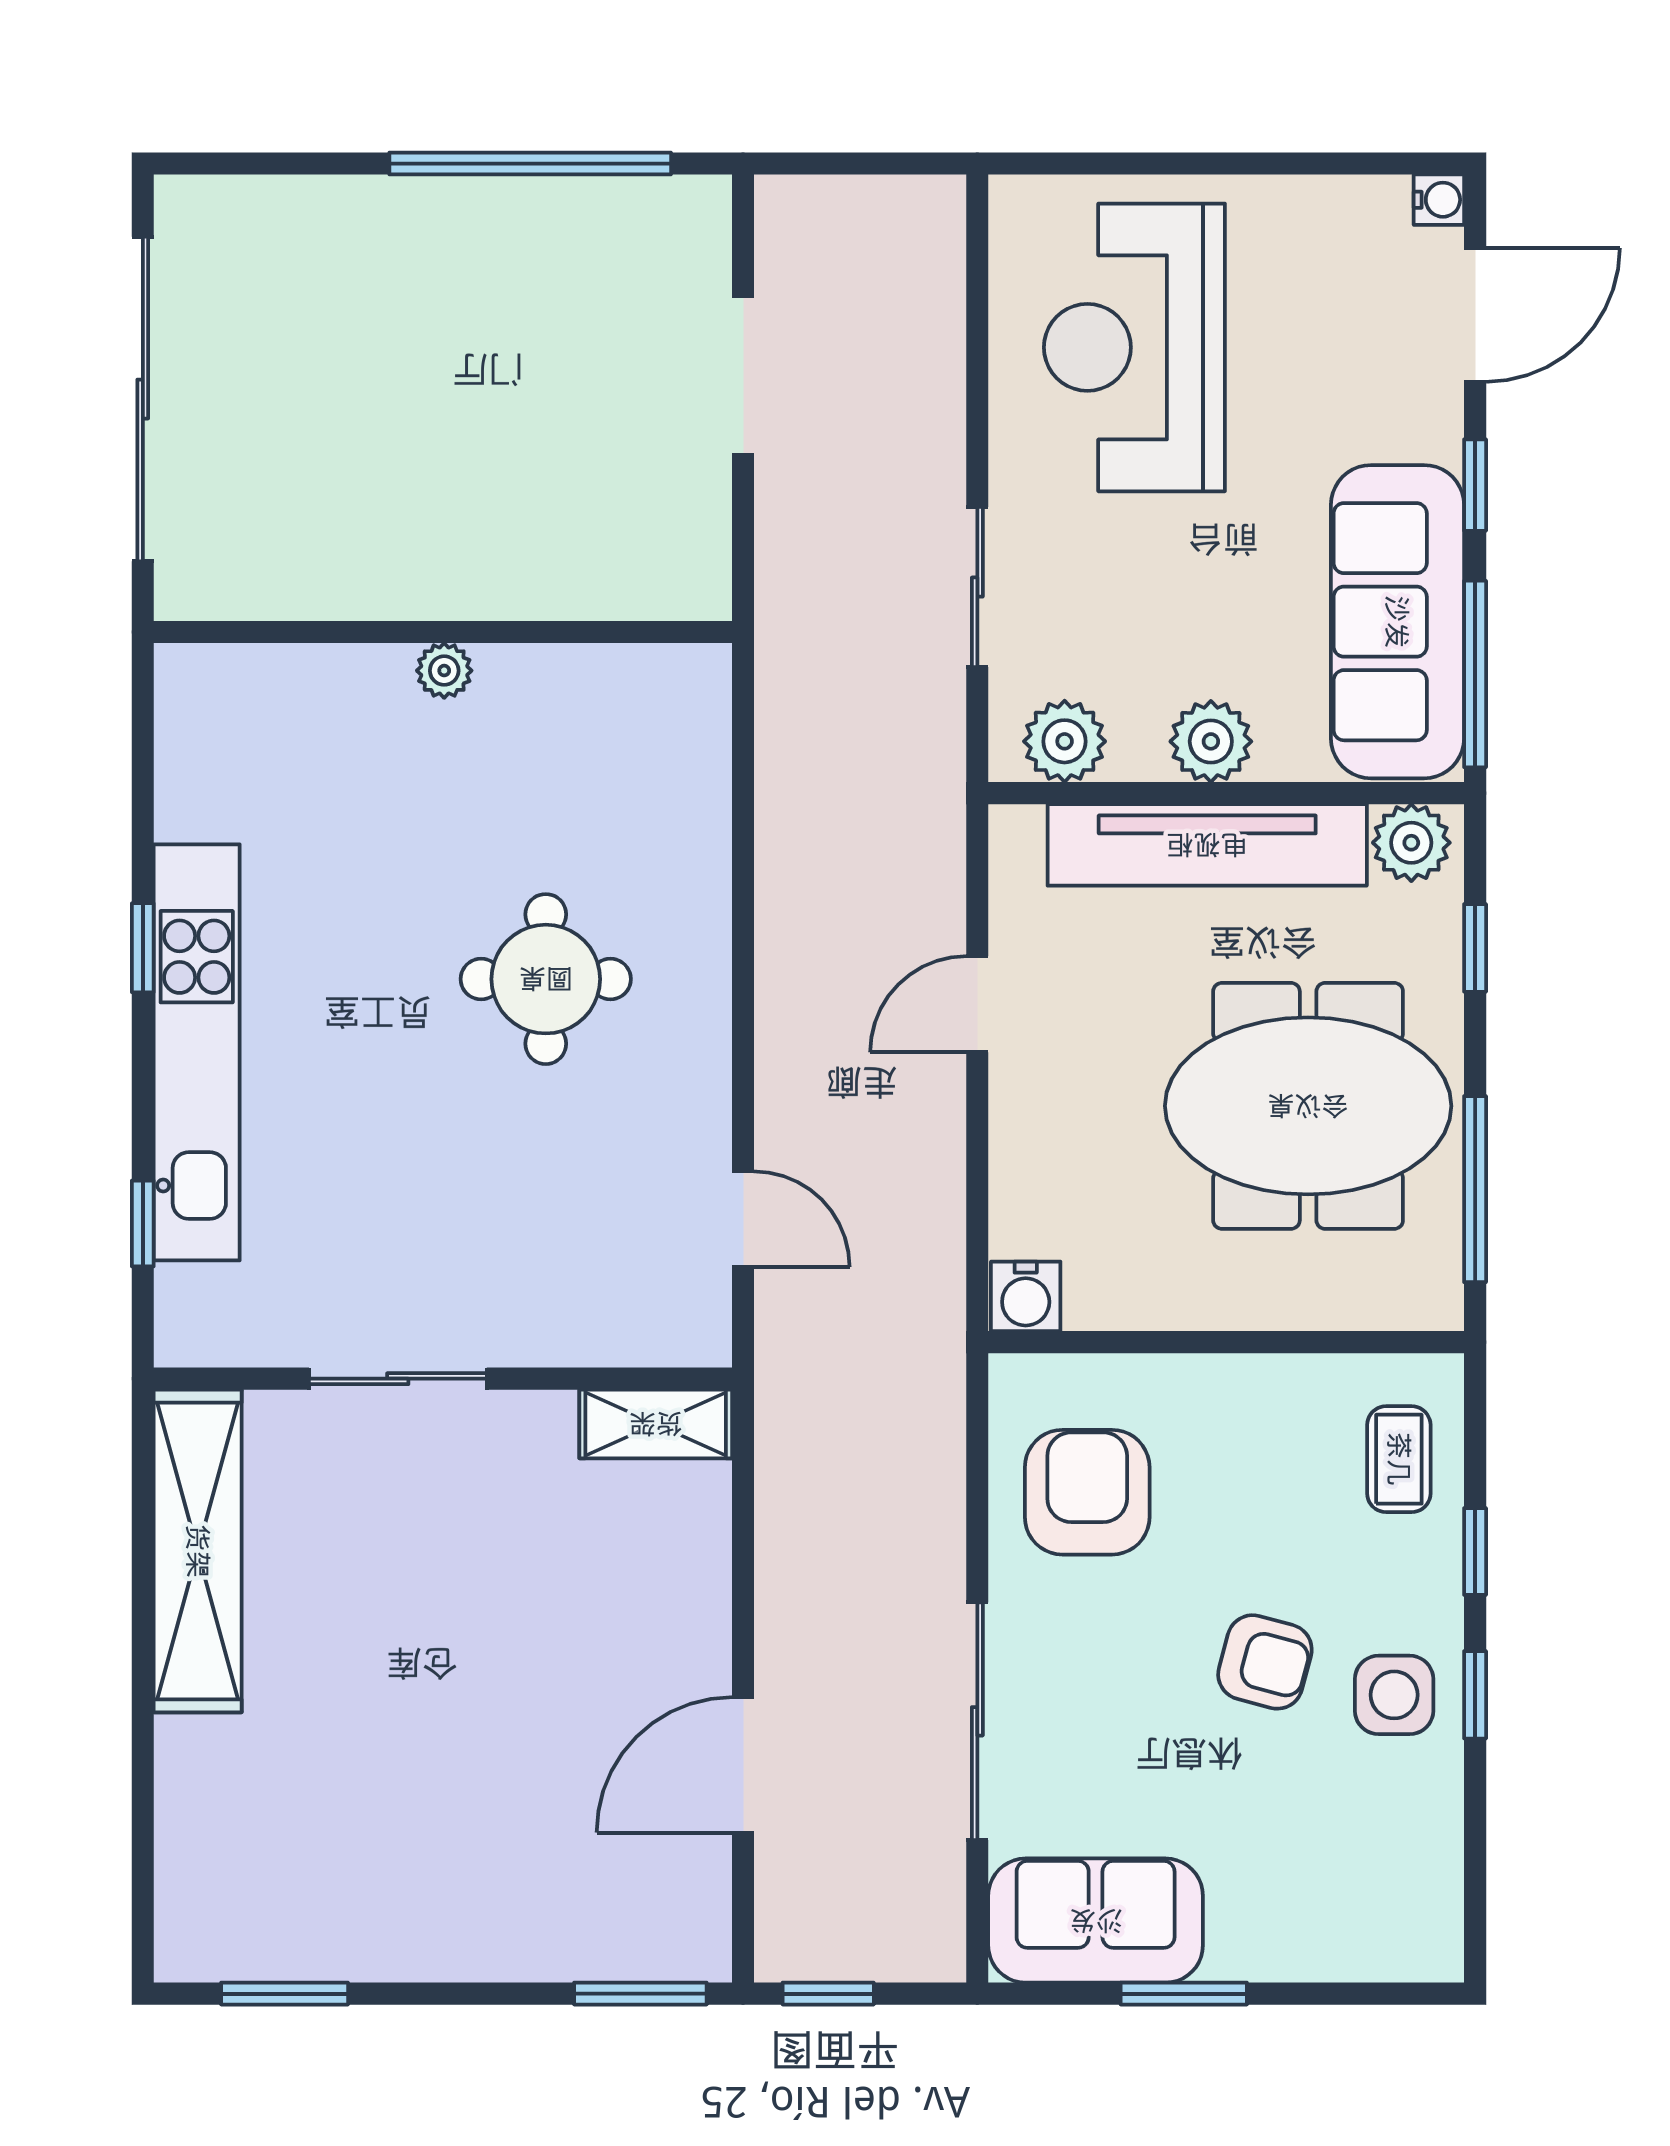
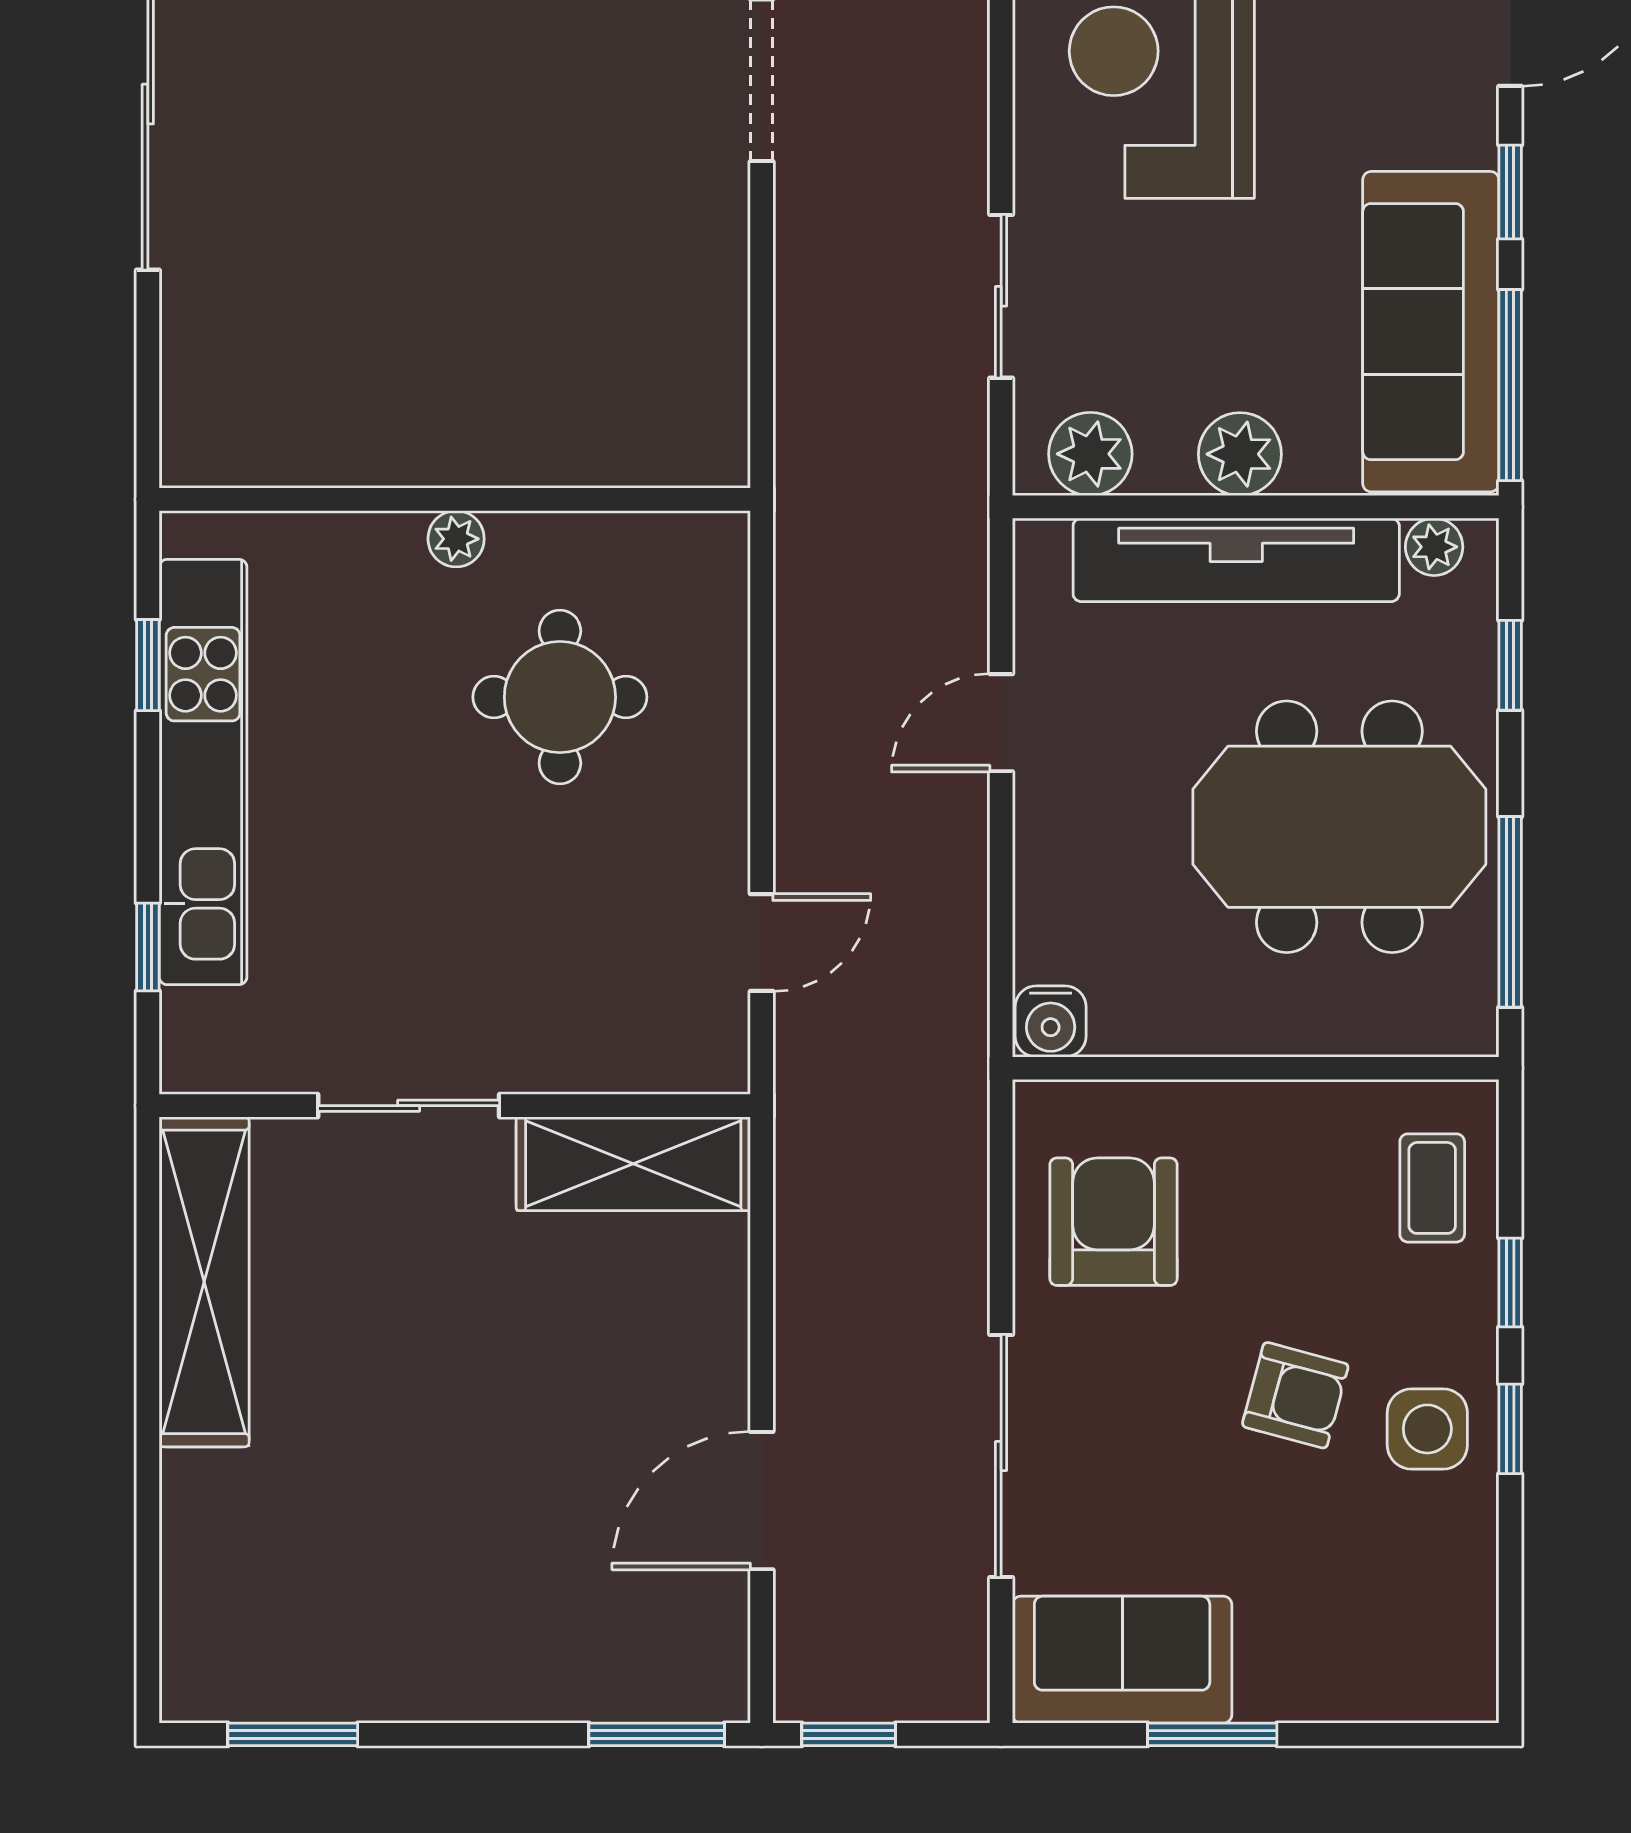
wall: (443, 632) -> (455, 499), moved
plant: (444, 671) -> (456, 539), moved
plant: (1411, 843) -> (1434, 547), width x0.73, depth x0.73
door: (743, 1219) -> (762, 943), hinge flipped
shelving: (656, 1424) -> (633, 1164), width x1.50, depth x1.33

